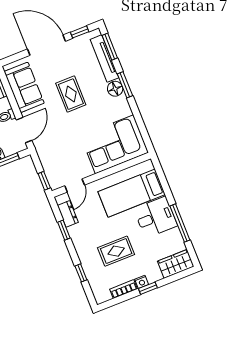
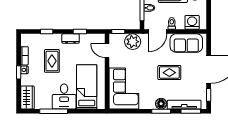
door: (24, 130) -> (158, 32), hinge flipped
plant: (50, 157) -> (133, 42), added
dresser: (68, 214) -> (71, 39), moved

